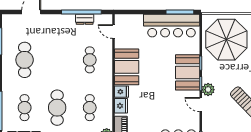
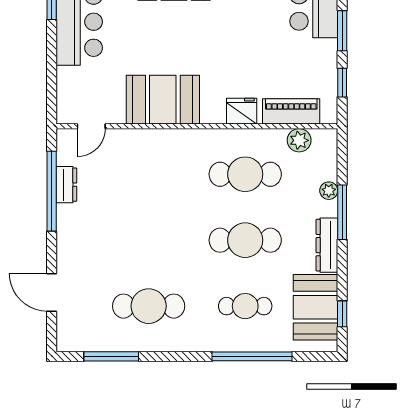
cafe table: (90, 60) -> (149, 174), removed
fridge: (122, 92) -> (213, 110), removed
cafe table: (90, 108) -> (245, 174), width x1.37, depth x1.35

